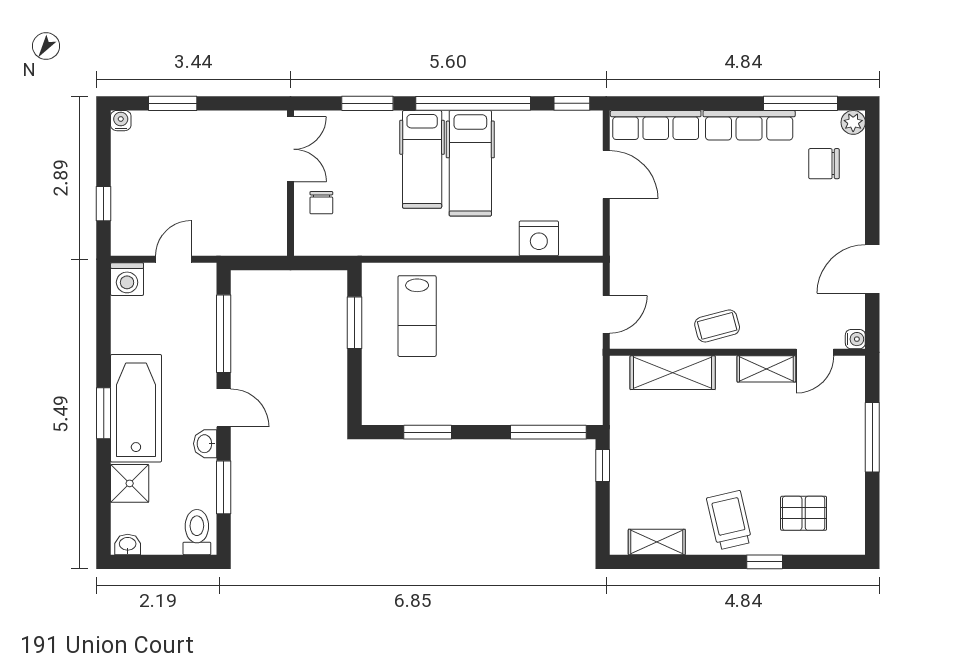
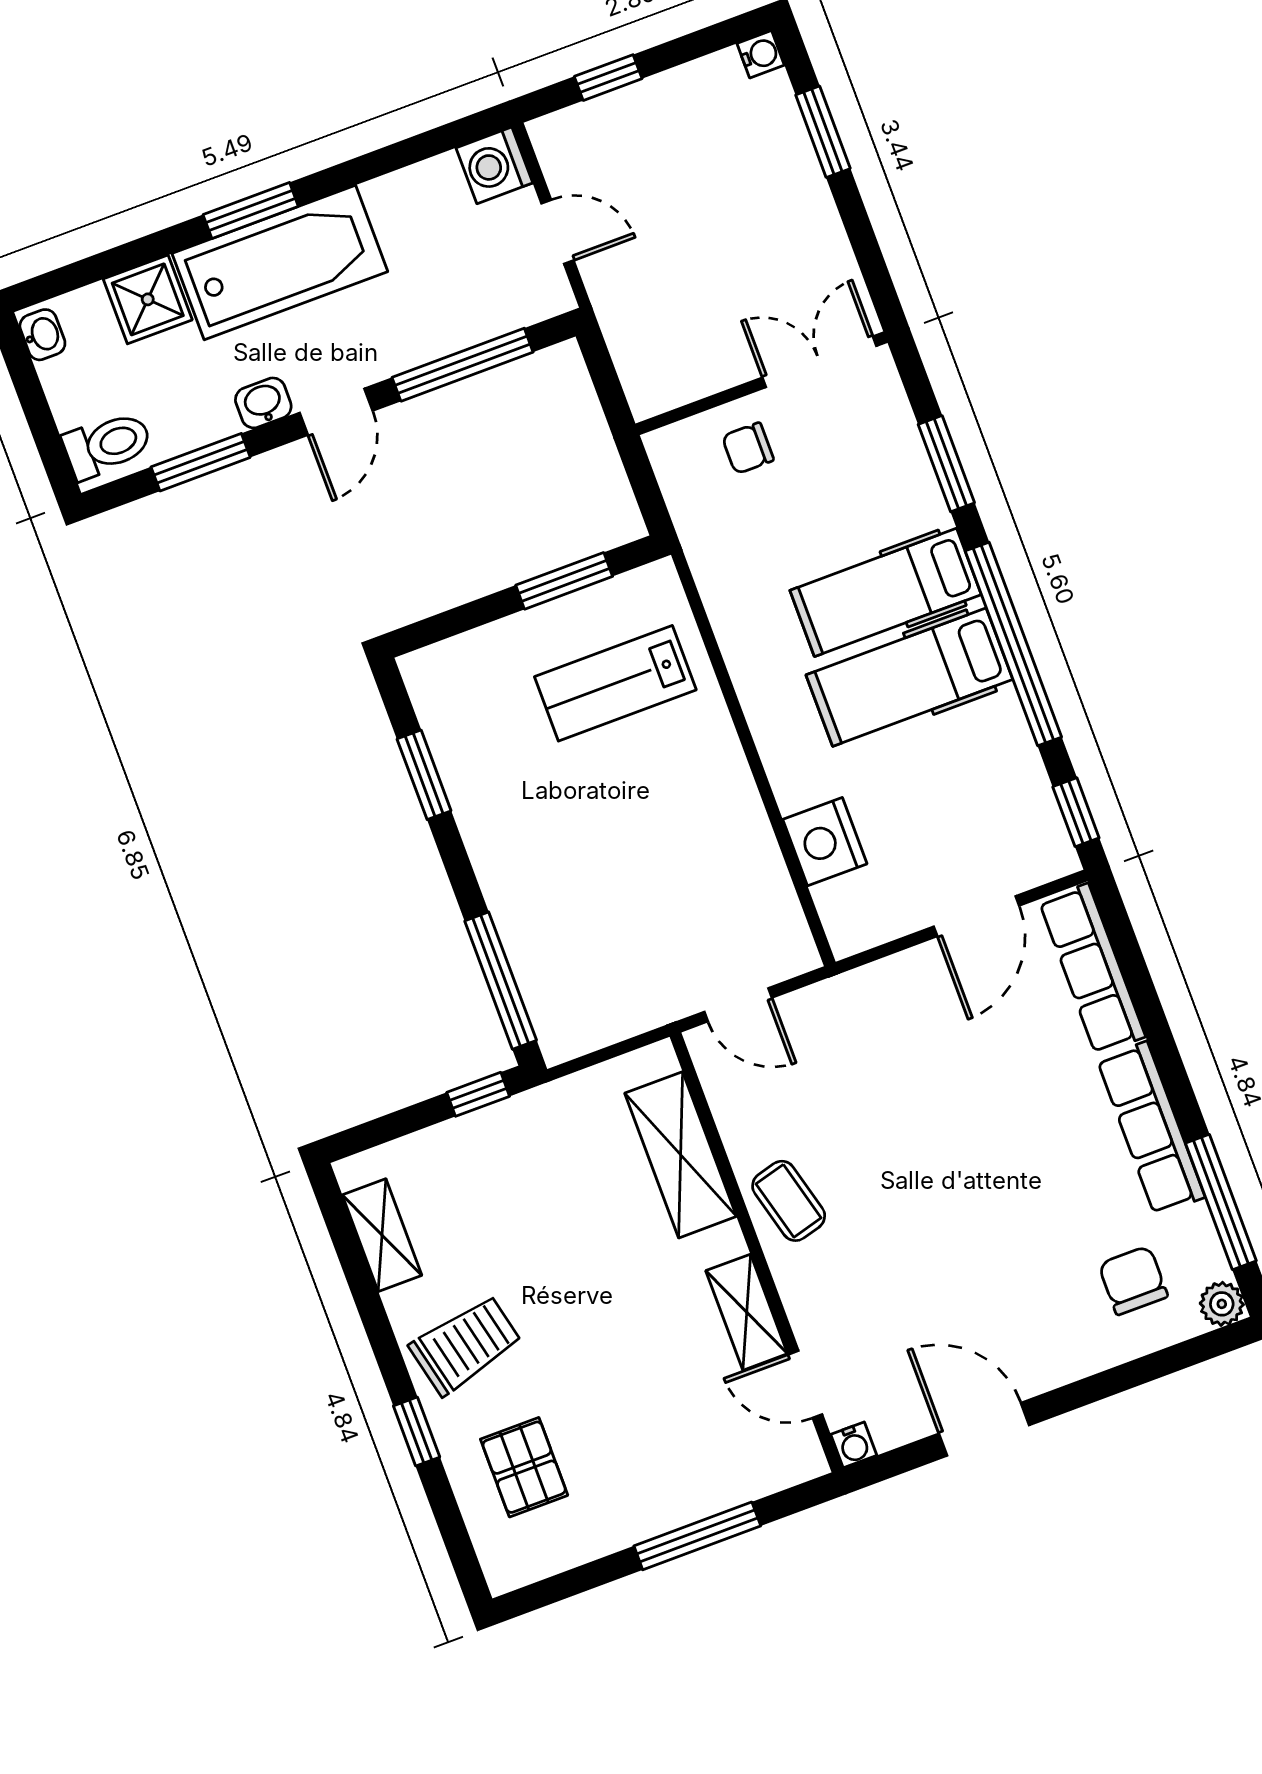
double door: (290, 149) -> (819, 362), swing flipped

